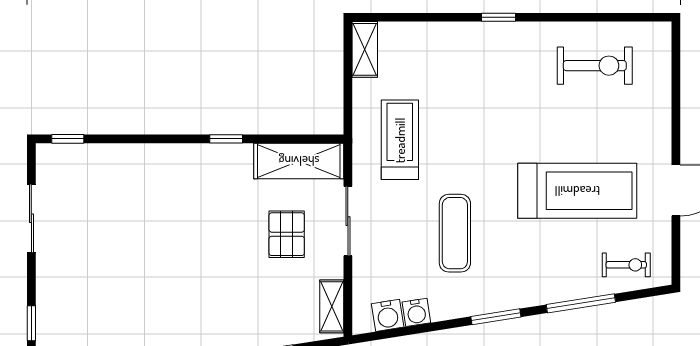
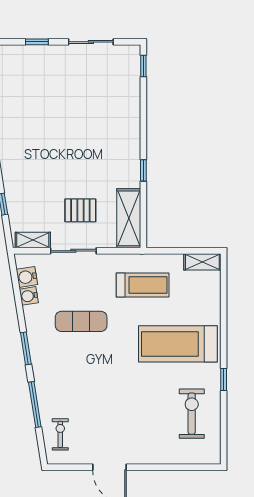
window: (498, 17) -> (224, 380), moved
exercise bike: (595, 66) -> (192, 414), turned 180
treadmill: (577, 191) -> (178, 344), moved, turned 90
sliding door: (348, 221) -> (73, 251), moved
exercise bike: (626, 265) -> (60, 434), turned 180
window: (31, 323) -> (37, 42), moved

